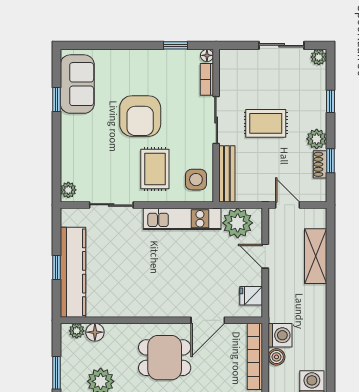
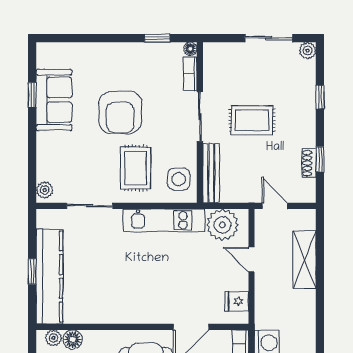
sofa: (77, 84) -> (54, 100), moved
plant: (317, 139) -> (305, 137), removed

